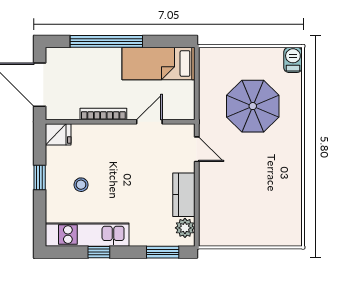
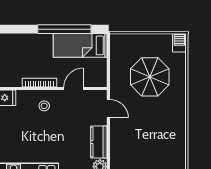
window: (106, 41) -> (64, 29), moved
stool: (81, 185) -> (44, 106), moved

